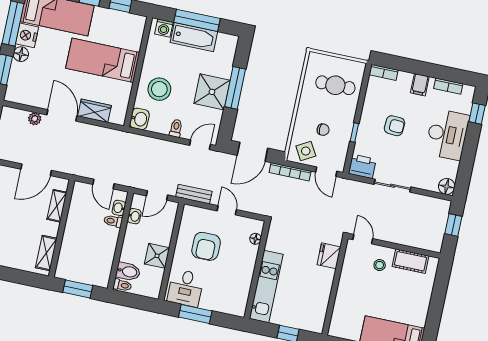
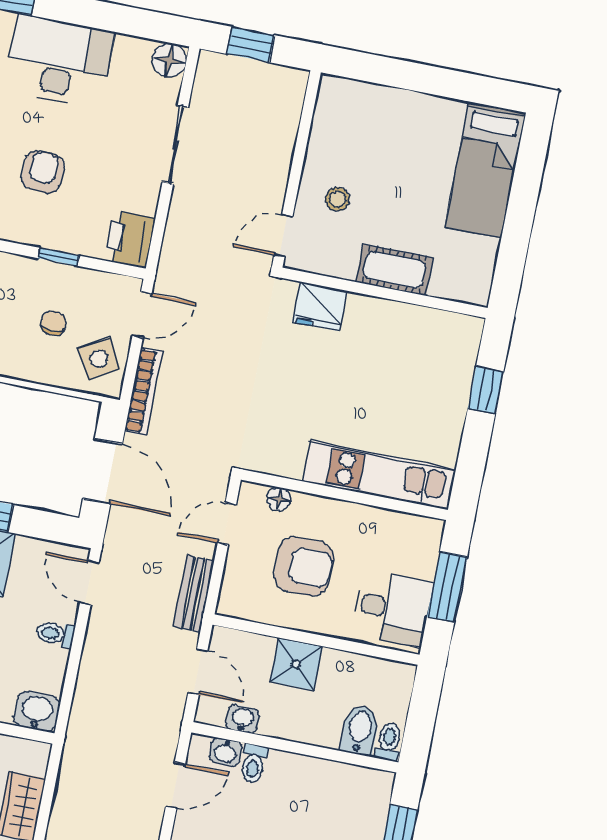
sliding door: (392, 186) -> (175, 145), moved
floor lamp: (255, 239) -> (279, 499), moved
shower: (157, 256) -> (296, 664), moved
cot: (410, 261) -> (394, 270), moved, turned 90
wall: (257, 270) -> (344, 495), moved
kitchen unit: (266, 286) -> (379, 475), moved

